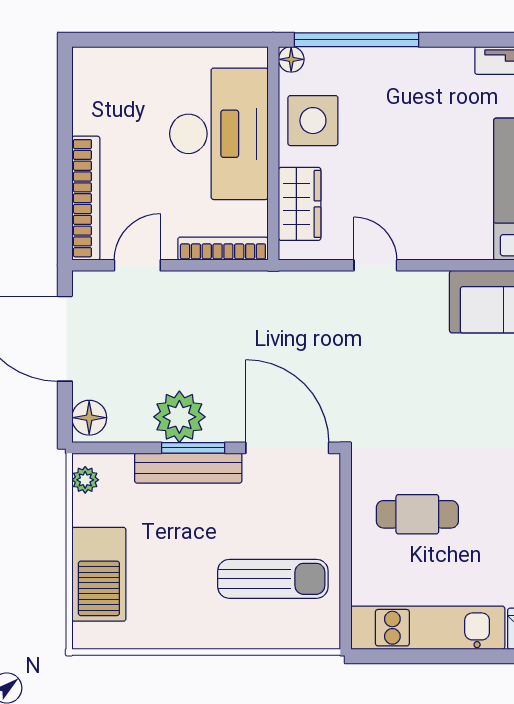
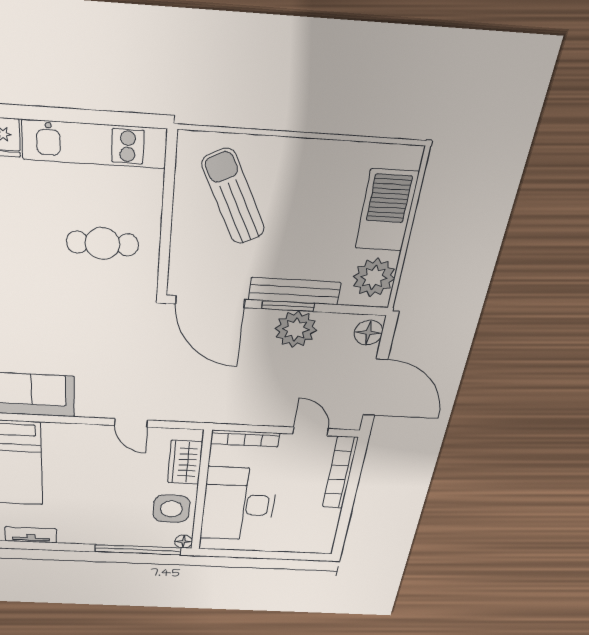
door: (137, 265) -> (311, 431), swing flipped
plant: (85, 480) -> (374, 277), width x1.88, depth x1.88
sun lounger: (273, 579) -> (234, 197), turned 63

